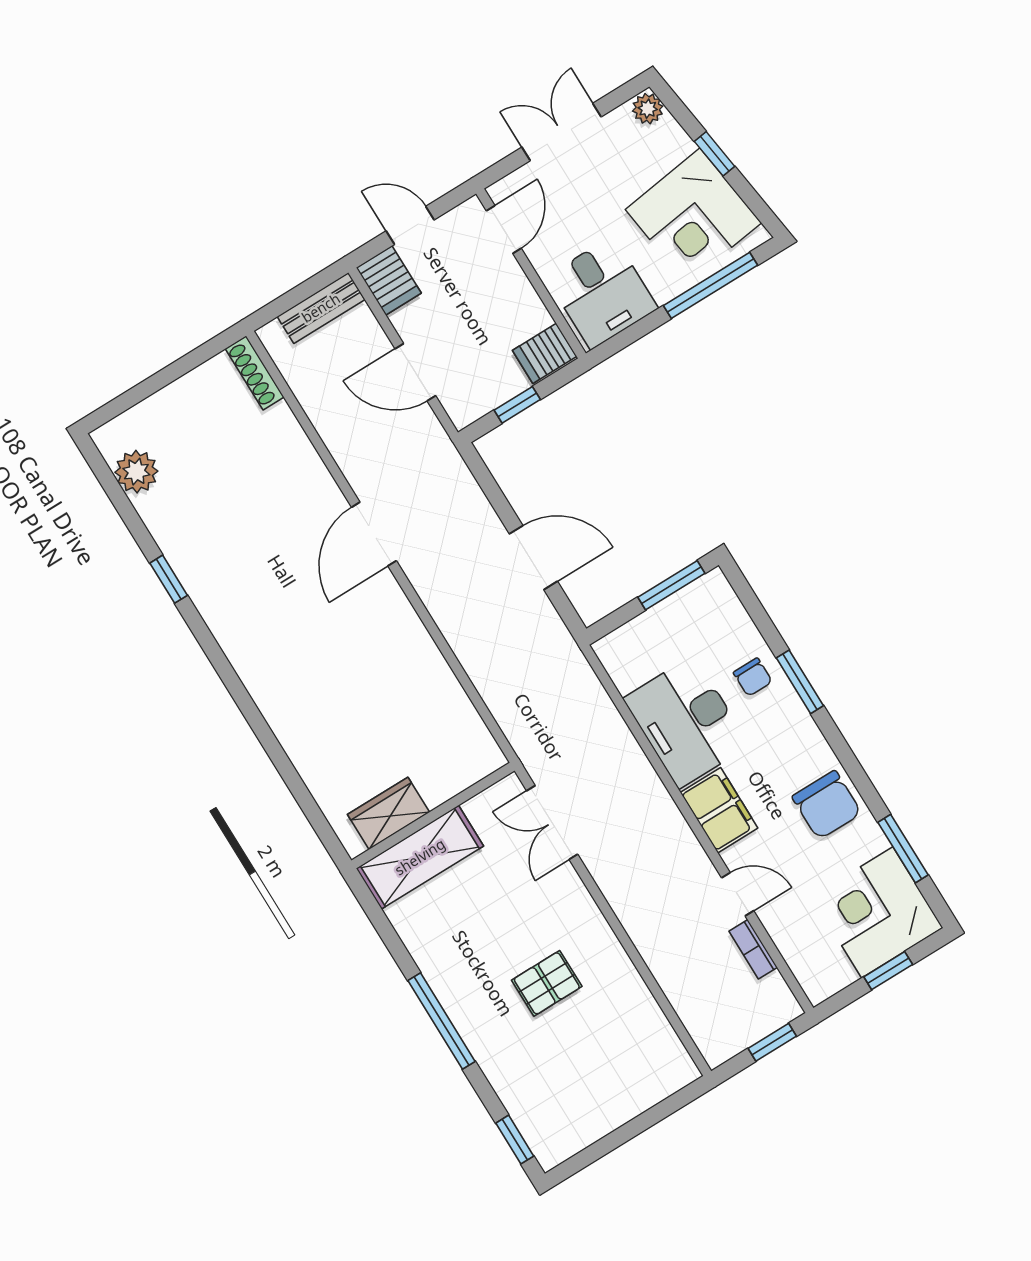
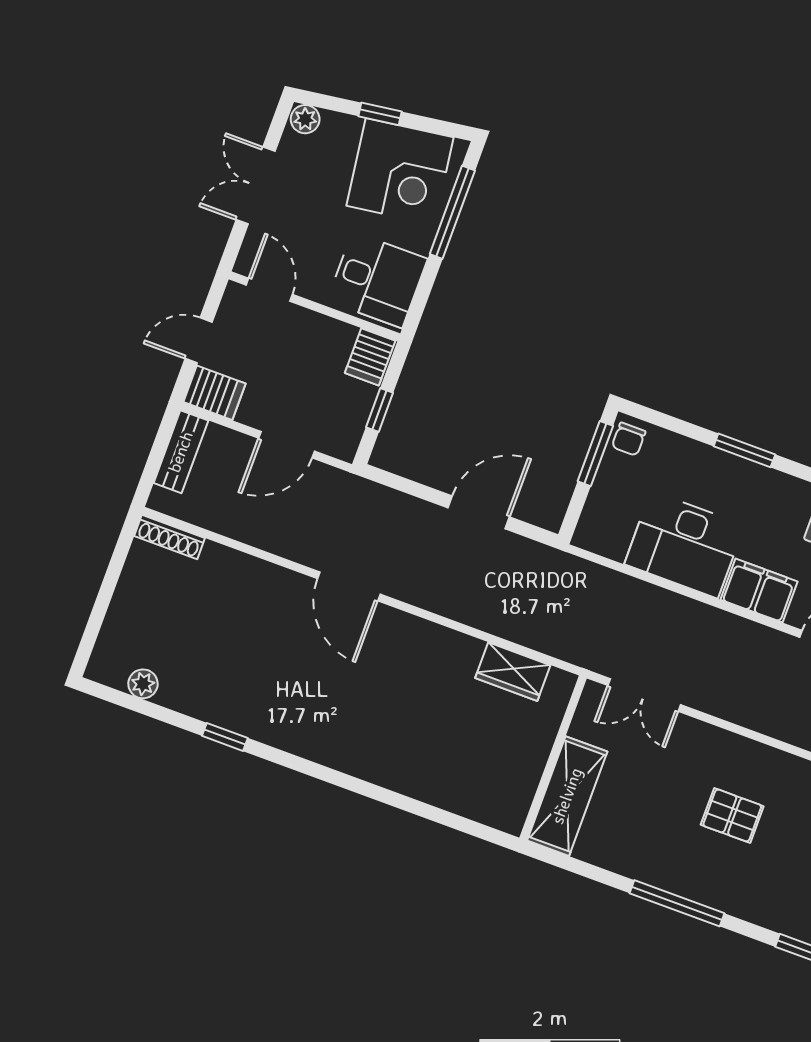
plant: (136, 472) -> (143, 684), width x0.73, depth x0.73
chair: (753, 677) -> (629, 439), moved, turned 90
wardrobe: (389, 813) -> (513, 672), moved, turned -90
pallet: (547, 983) -> (732, 815), turned 90

